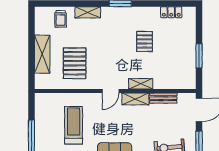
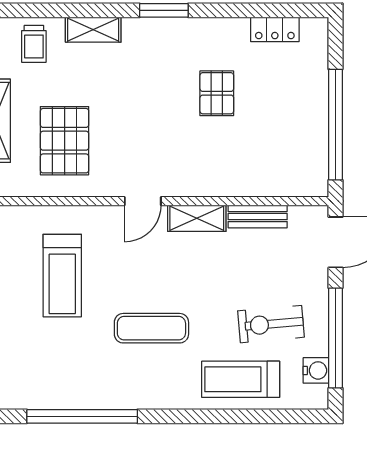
window: (199, 56) -> (336, 125), width x2.11
shelving: (141, 84) -> (208, 185), removed
treadmill: (74, 125) -> (62, 276), turned 180

